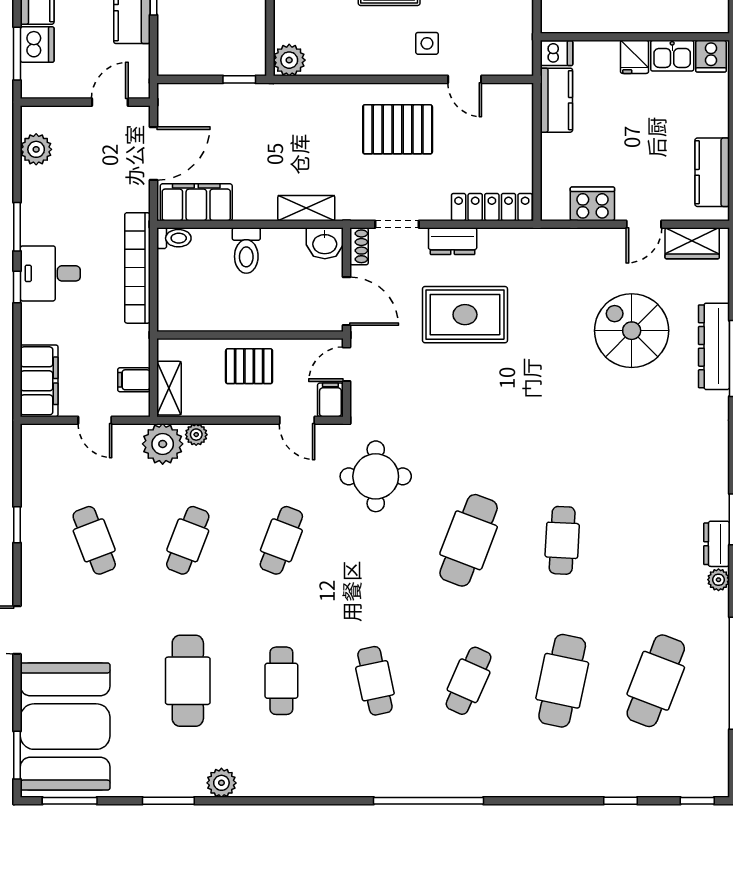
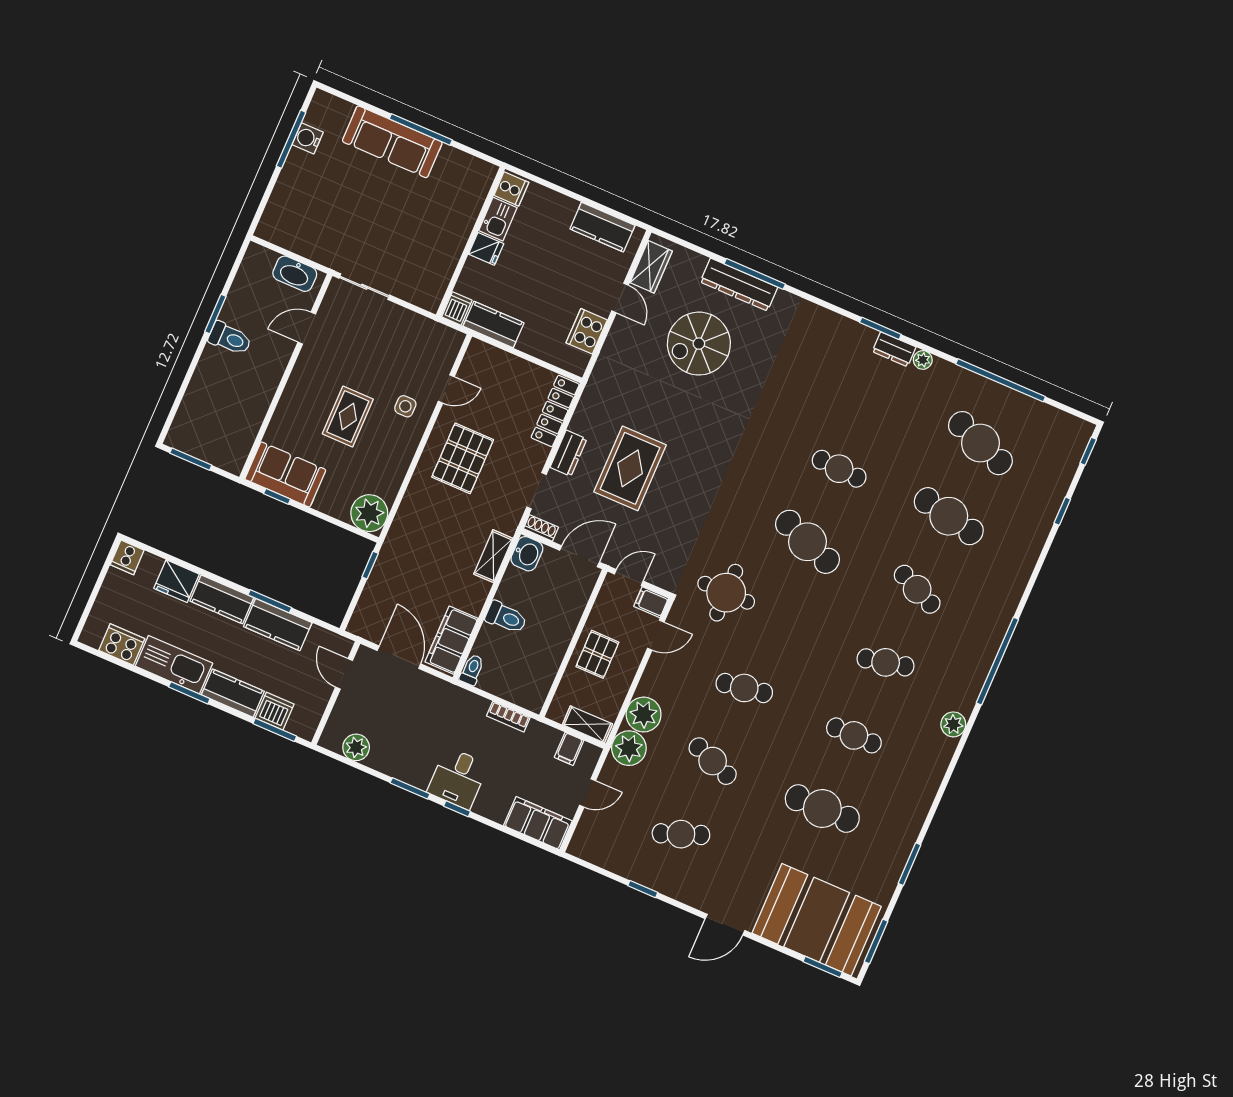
plant: (289, 60) -> (369, 513), width x1.36, depth x1.36
bookcase: (137, 268) -> (508, 717), width x0.43, depth x0.76
door: (347, 364) -> (629, 578), swing flipped
plant: (196, 435) -> (644, 715), width x1.88, depth x1.88
cafe table: (281, 540) -> (744, 688), turned -30
plant: (221, 783) -> (953, 724), moved

